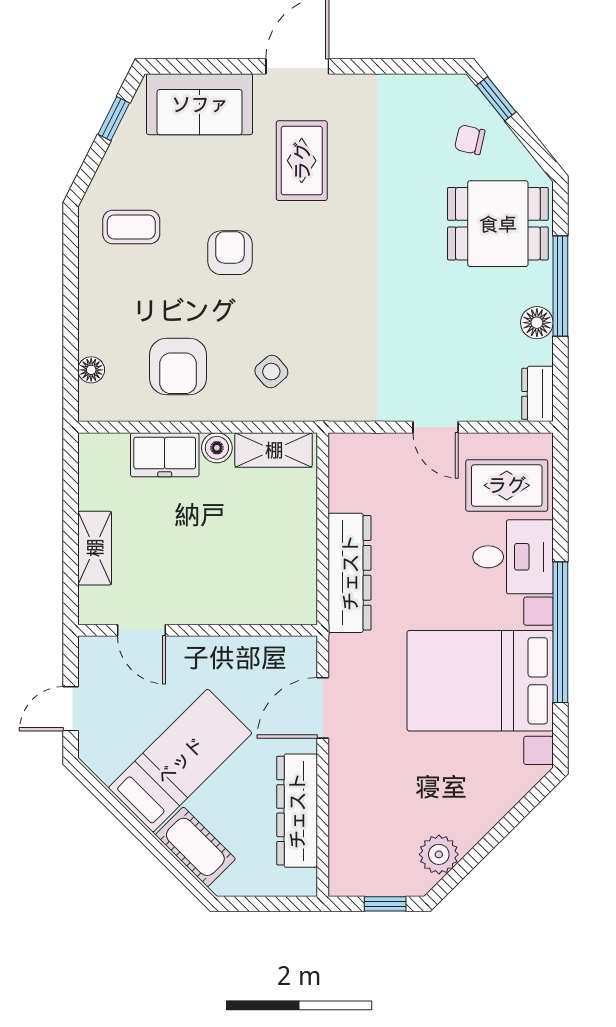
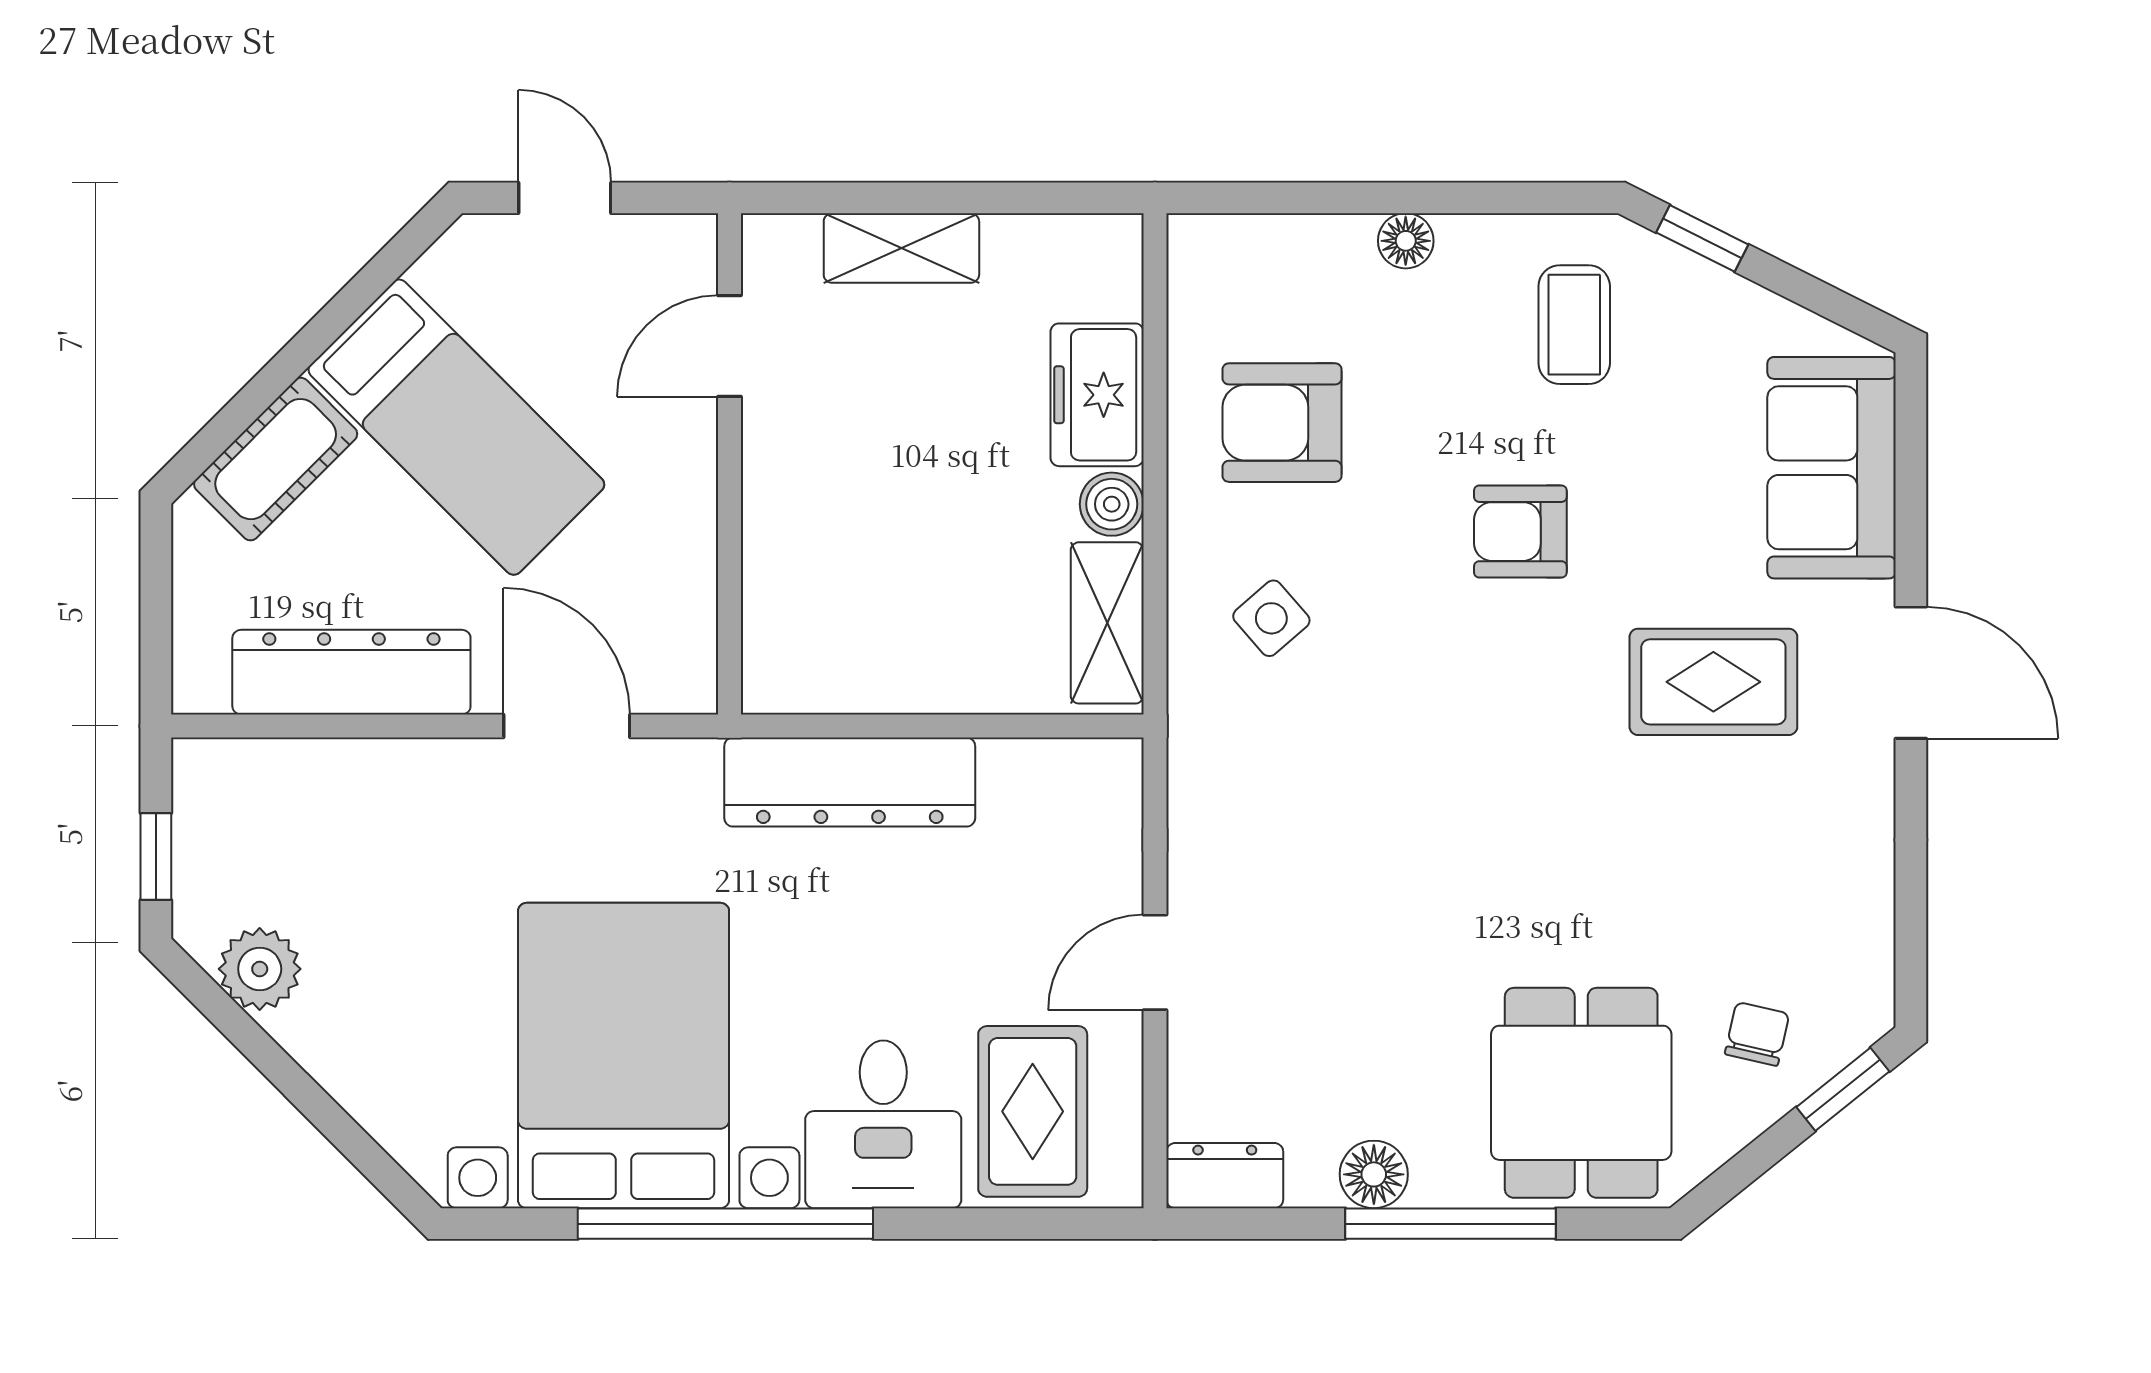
window: (114, 119) -> (1702, 238), moved
armchair: (230, 253) -> (1520, 532), turned 180
floor lamp: (91, 370) -> (1406, 241), moved

